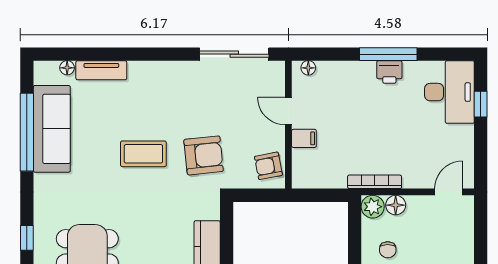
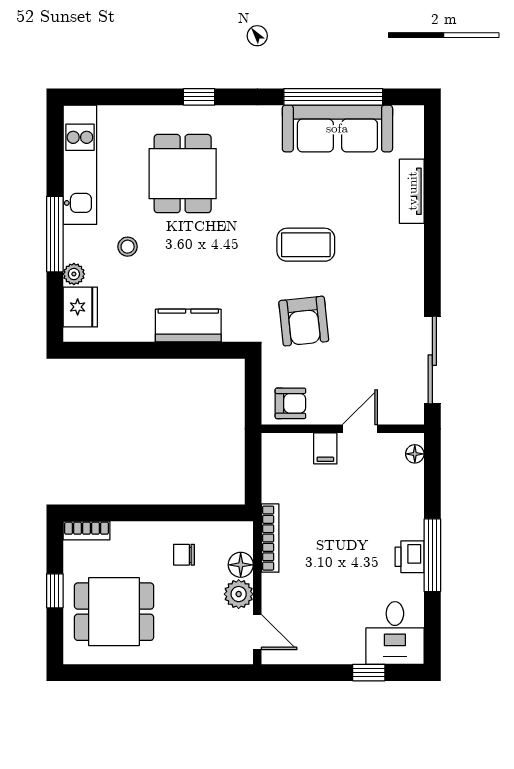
floor lamp: (67, 68) -> (415, 148), removed
desk: (449, 92) -> (395, 633), width x0.73
coffee table: (143, 154) -> (306, 245), turned 90
armchair: (268, 166) -> (290, 403), turned 101
plant: (373, 207) -> (239, 594), moved

